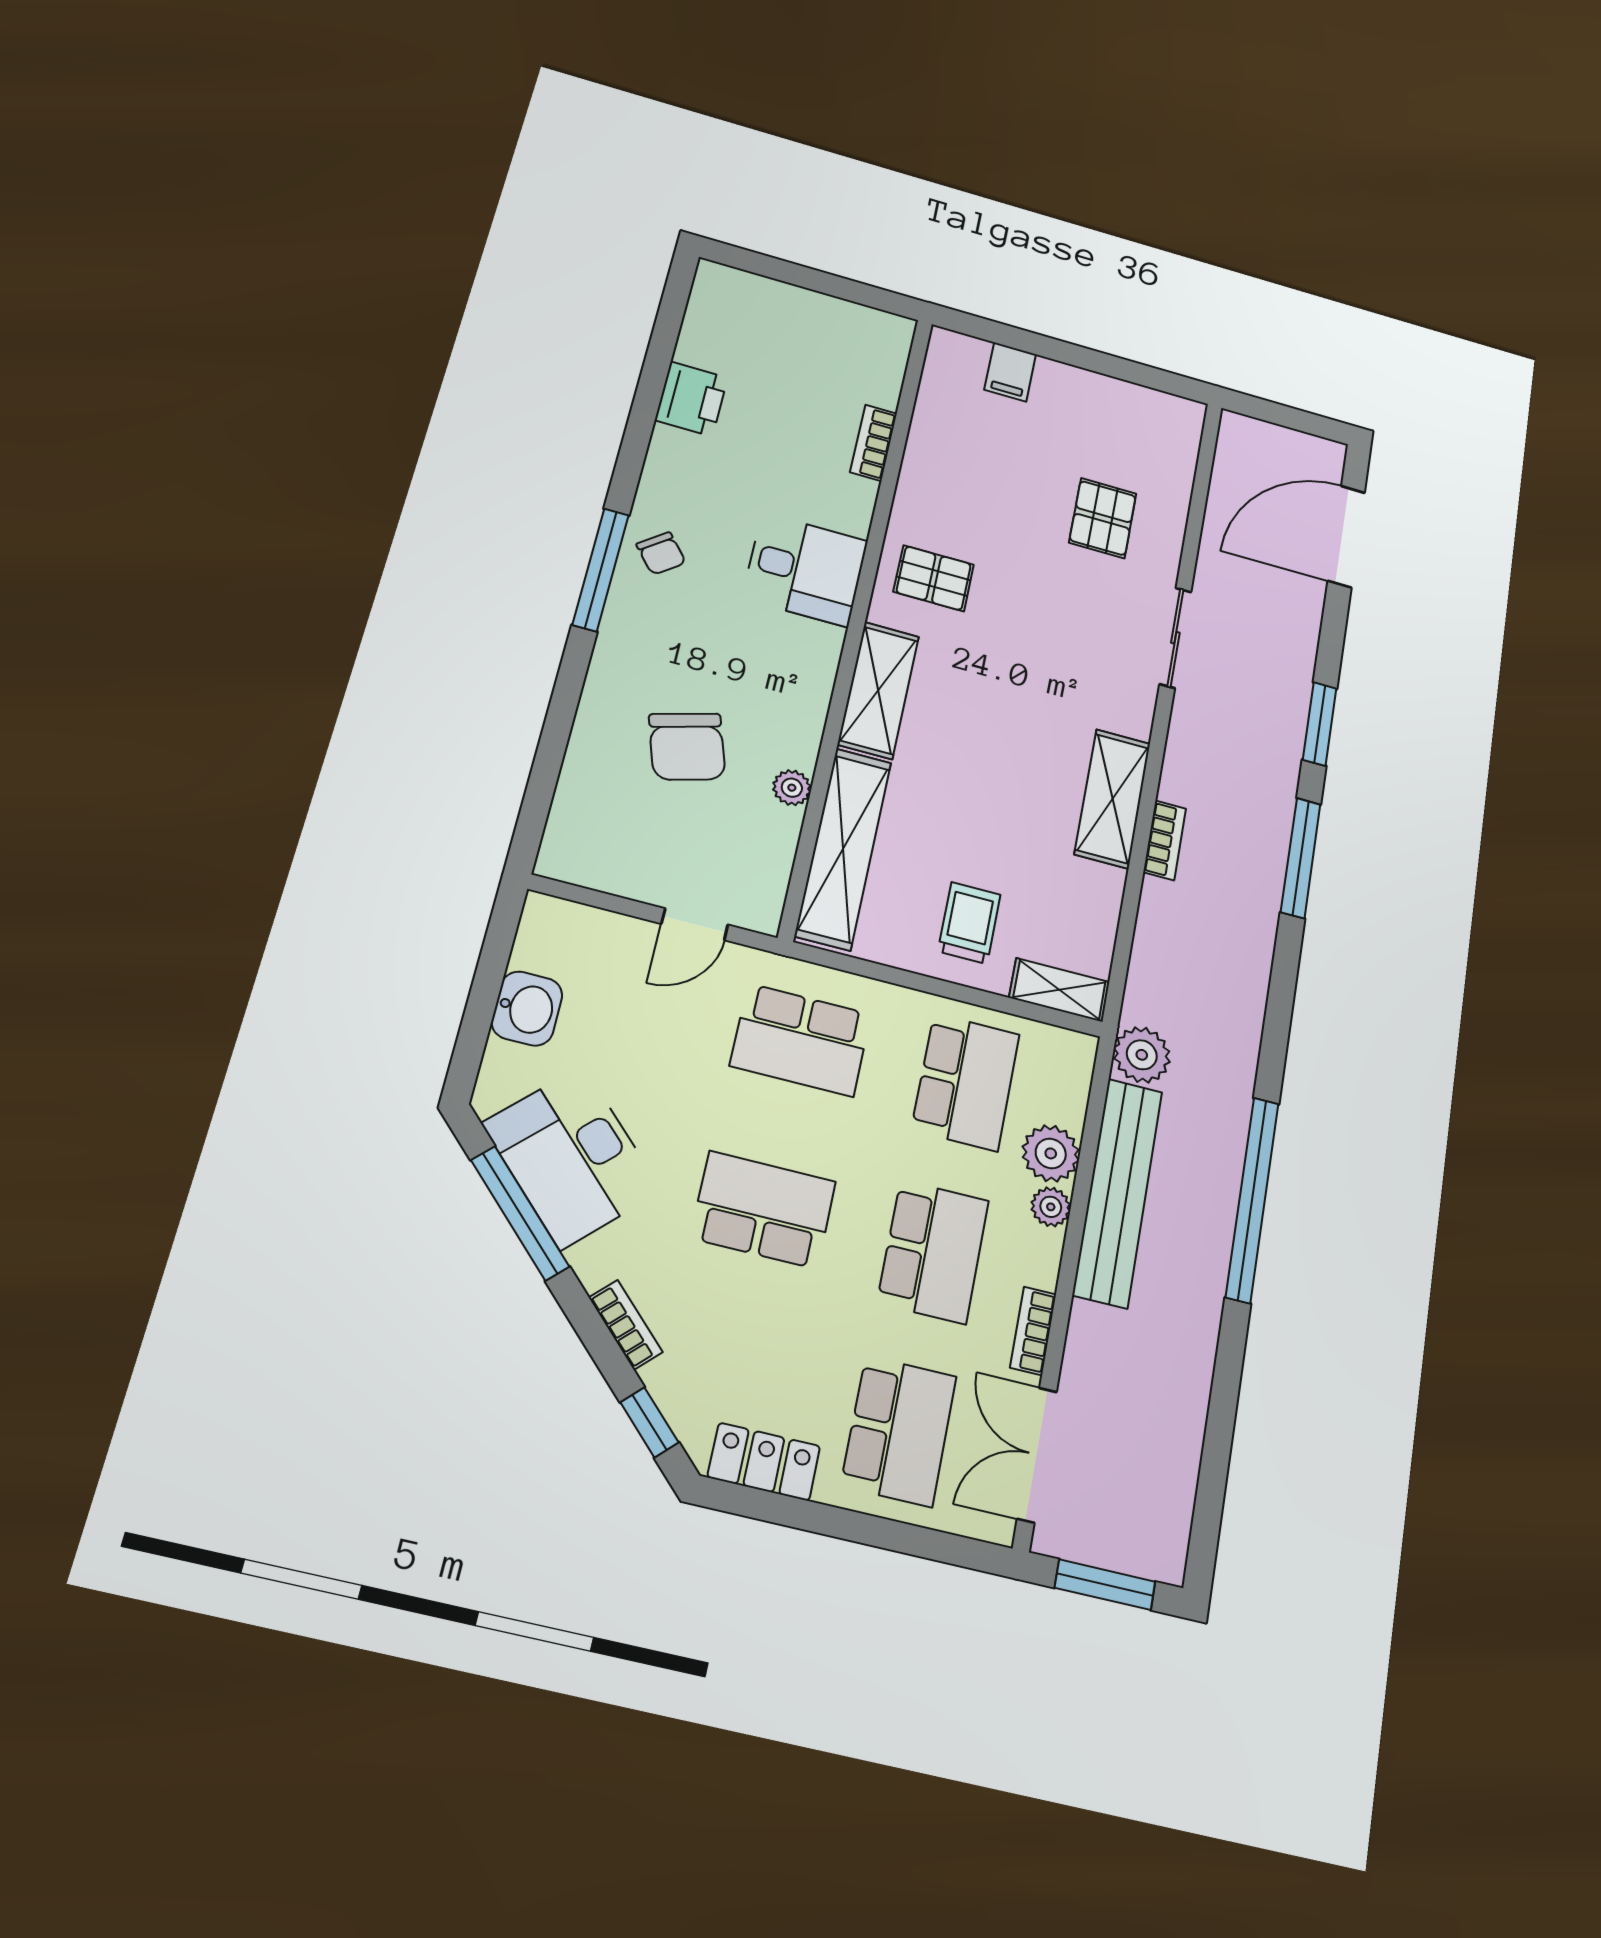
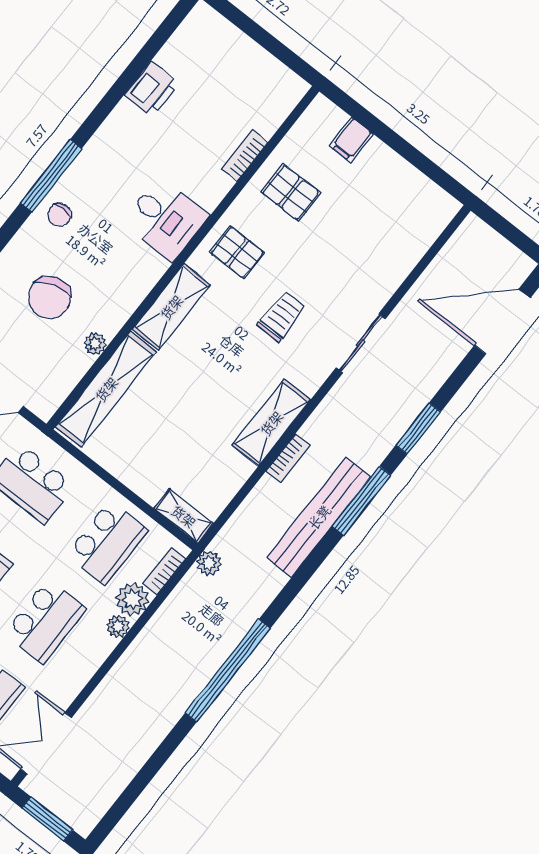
pallet: (1103, 518) -> (291, 192), moved, turned 90
chair: (661, 553) -> (59, 215), moved, turned 39
trolley: (969, 923) -> (281, 316), moved
plant: (1142, 1055) -> (209, 563), width x0.73, depth x0.73
bench: (1118, 1192) -> (319, 517), moved
bookcase: (1033, 1331) -> (164, 571), moved

